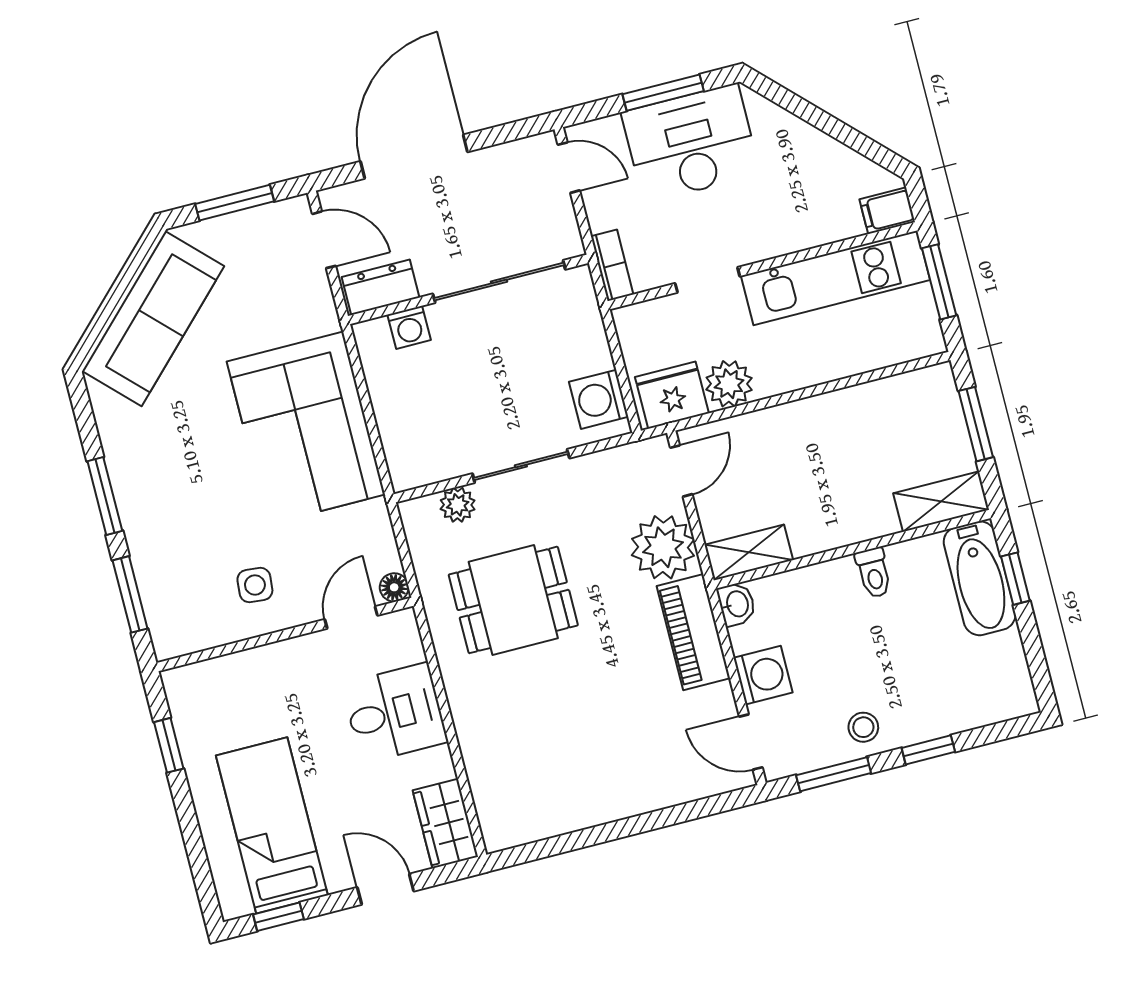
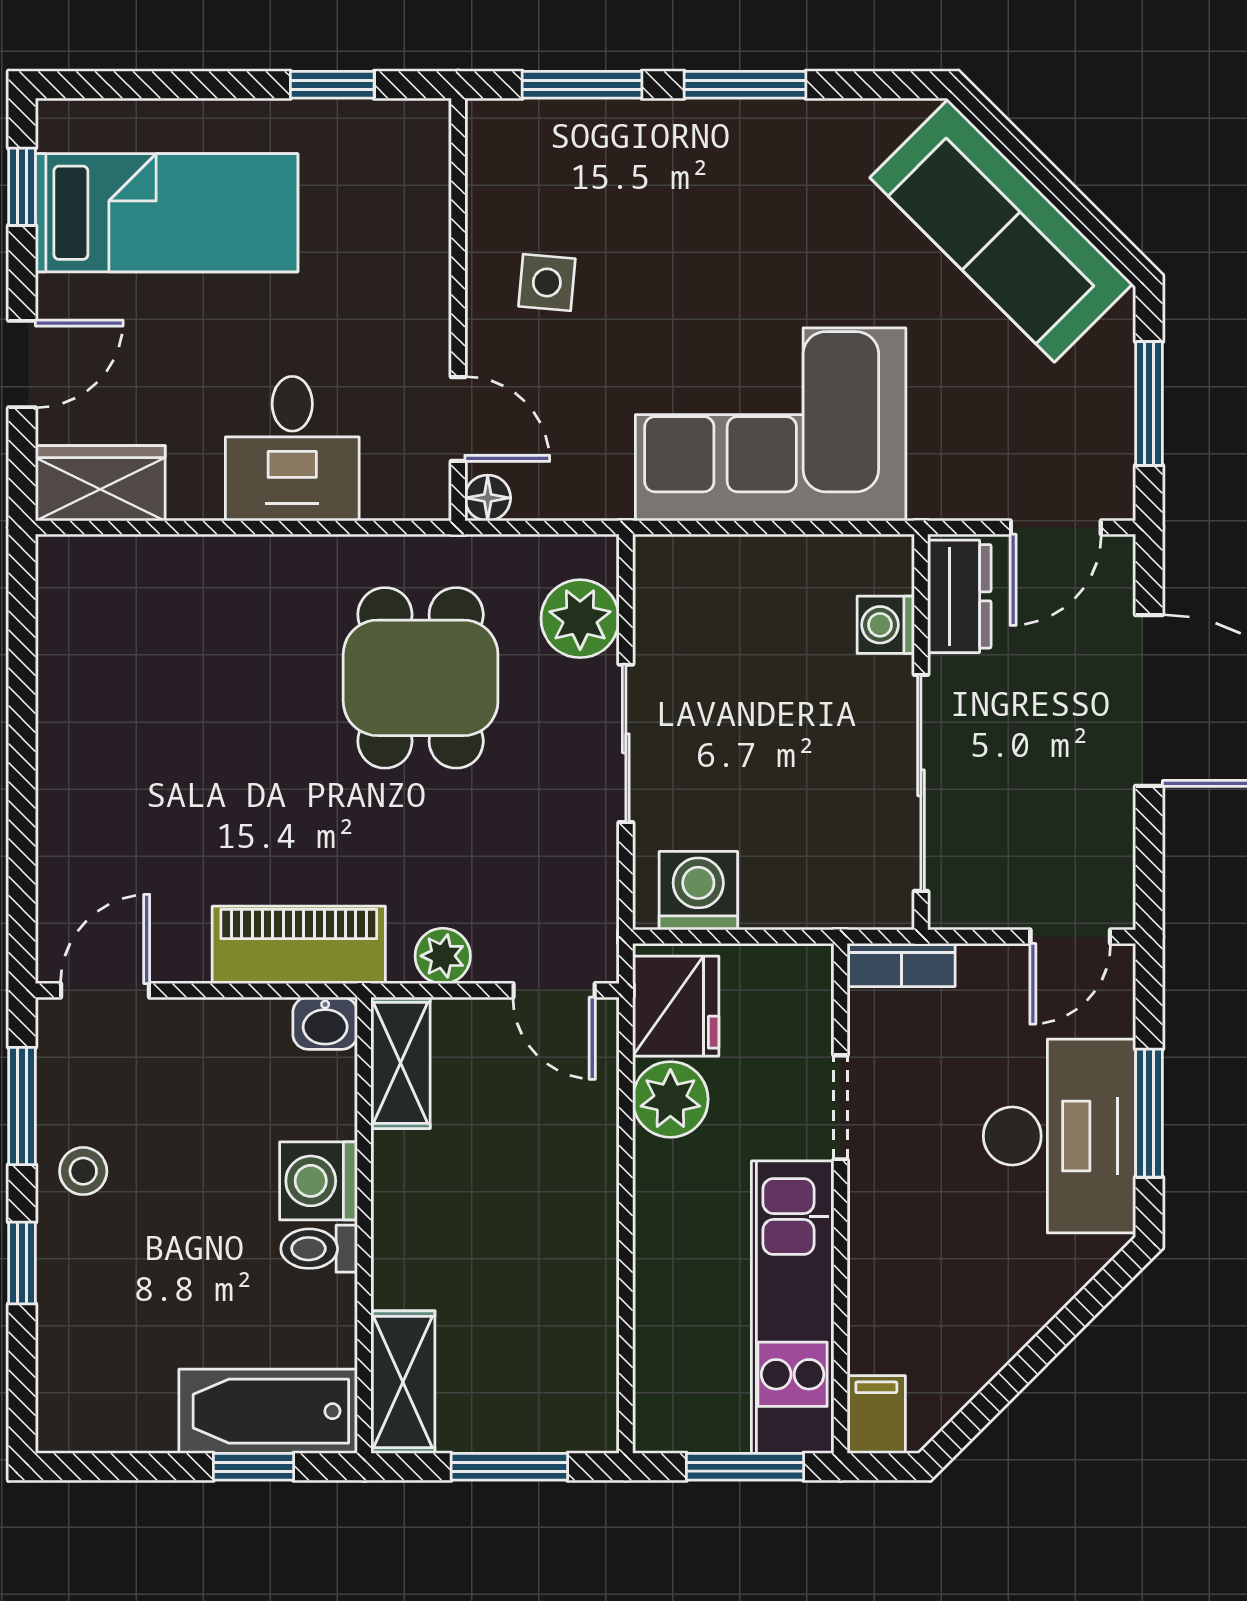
plant: (458, 505) -> (580, 619), width x1.38, depth x1.38
plant: (663, 547) -> (443, 956), width x0.53, depth x0.53
washing machine: (763, 675) -> (319, 1181), moved, turned 90

